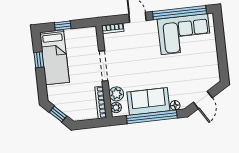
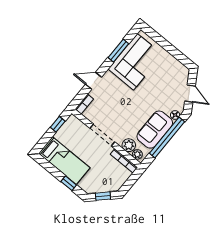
window: (179, 13) -> (118, 51), width x0.47
window: (63, 26) -> (58, 124), moved
window: (39, 60) -> (69, 183), moved

